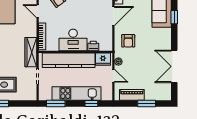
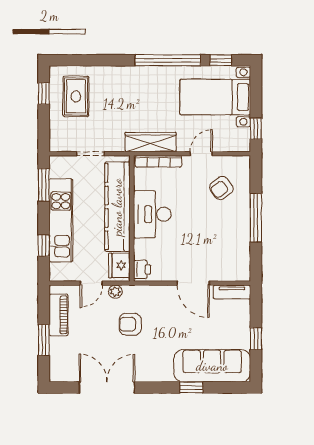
armchair: (128, 41) -> (130, 324), moved
printer: (93, 46) -> (142, 269), moved
wardrobe: (31, 52) -> (151, 142), moved

